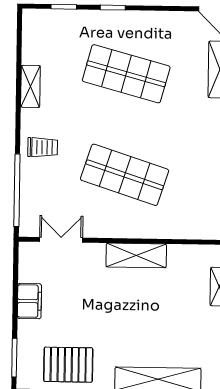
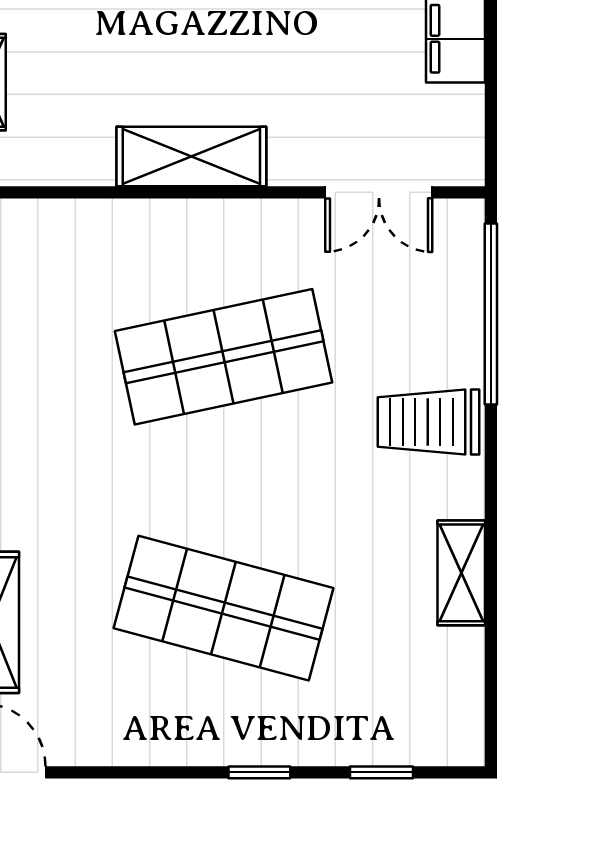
trolley: (43, 147) -> (429, 422), width x1.36, depth x1.39
shop shelf: (125, 175) -> (224, 357), turned -30

